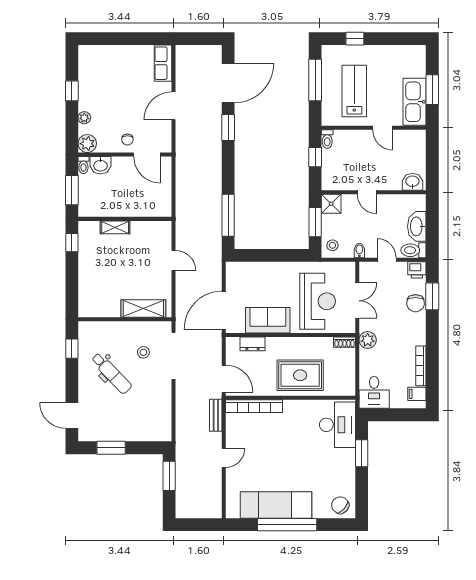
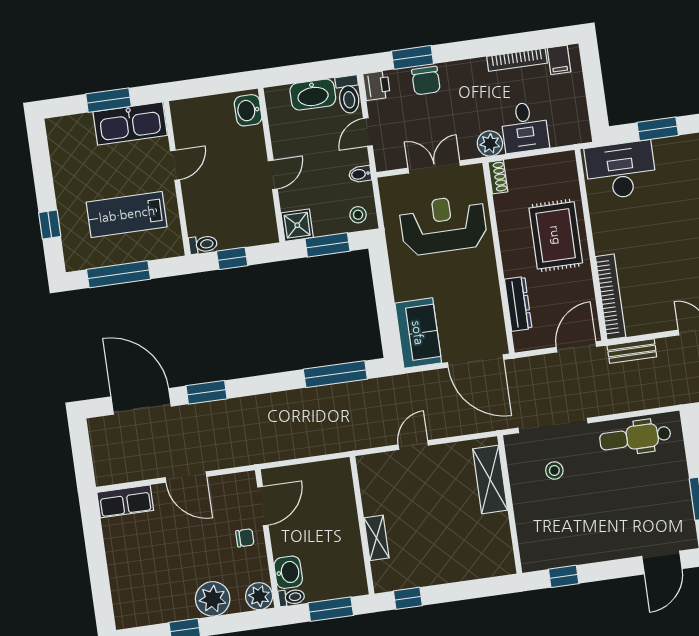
plant: (84, 118) -> (213, 599), width x1.88, depth x1.88
chair: (416, 303) -> (426, 81), turned 90
sofa: (268, 320) -> (418, 333), moved, turned 180
dresser: (253, 344) -> (518, 304), width x1.44
dental chair: (111, 373) -> (635, 437), moved, turned -136
desk: (374, 392) -> (525, 127), moved, turned 90

